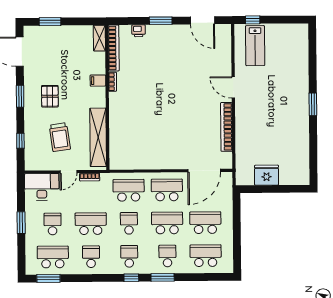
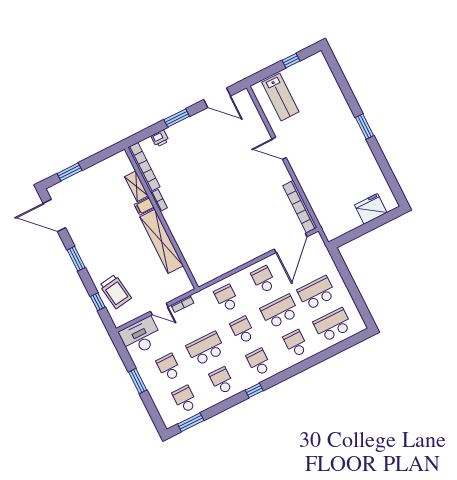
window: (253, 20) -> (291, 61), moved
shelving: (99, 38) -> (136, 186), moved
pallet: (50, 96) -> (105, 244), removed
bookcase: (226, 127) -> (300, 207), moved
trolley: (60, 137) -> (116, 292), moved
shelving: (98, 137) -> (162, 241), moved
door: (68, 172) -> (159, 309), hinge flipped
fridge: (267, 175) -> (371, 209), moved
school desk: (129, 190) -> (227, 298), width x0.54
school desk: (167, 190) -> (264, 280), width x0.54
school desk: (53, 257) -> (185, 399), width x0.54
window: (163, 277) -> (301, 367), removed
window: (131, 278) -> (254, 390), moved

